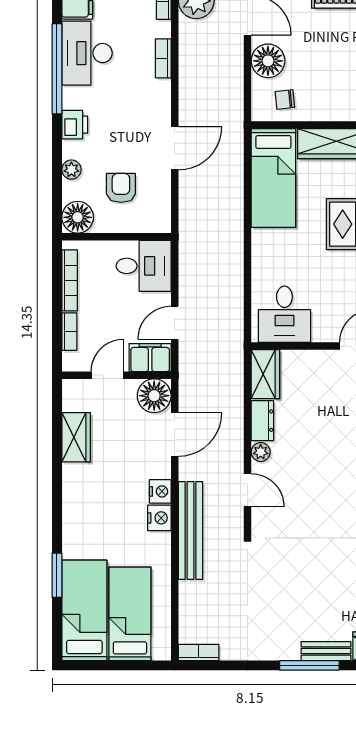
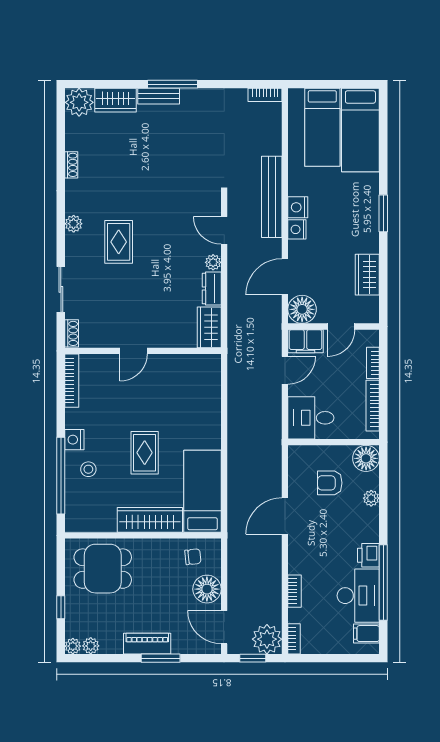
printer: (75, 125) -> (368, 555), moved
armchair: (121, 188) -> (330, 483), turned 90
desk: (284, 314) -> (193, 377), removed
window: (57, 575) -> (383, 213), moved

